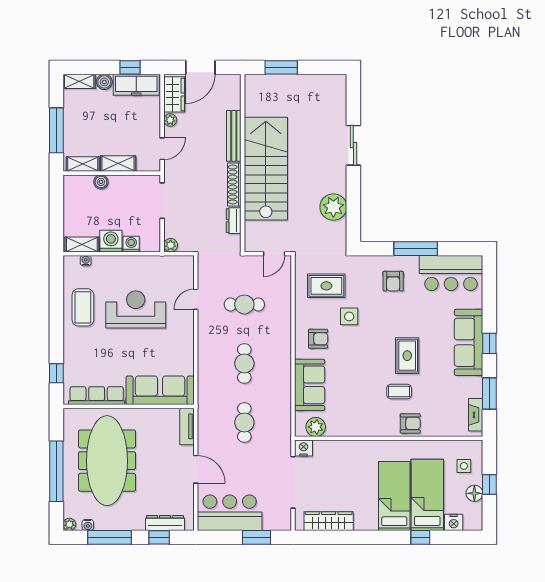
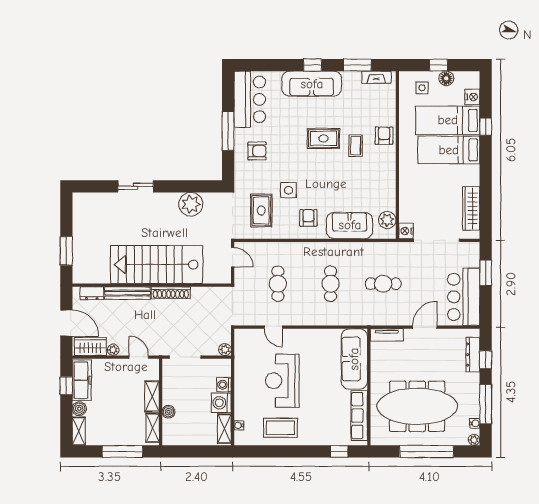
dresser: (234, 221) -> (92, 293), moved
cafe table: (244, 363) -> (330, 284), turned 90

